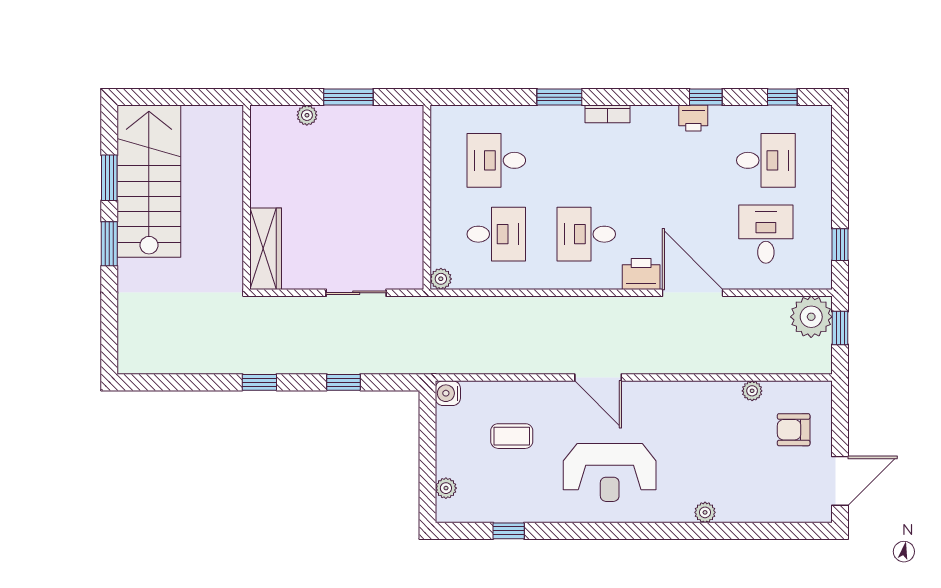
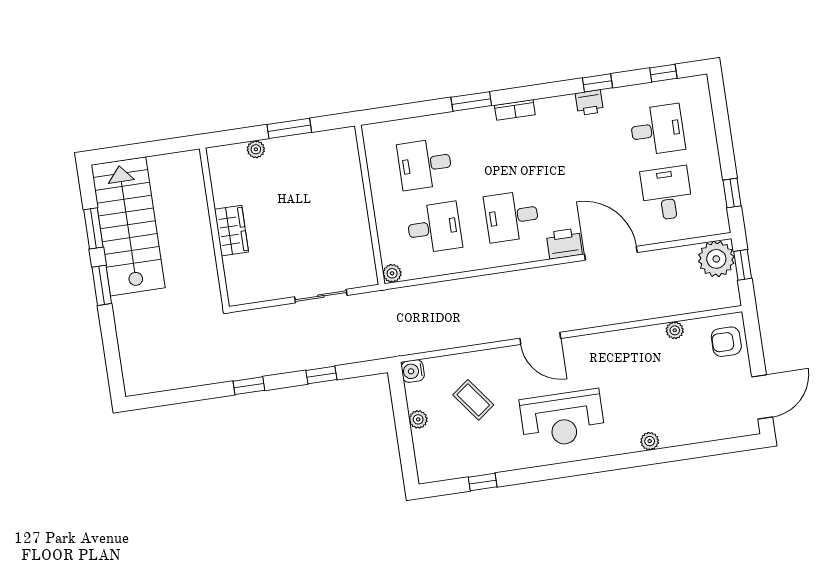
wardrobe: (266, 249) -> (231, 231), moved, width x0.67
armchair: (794, 430) -> (726, 342), moved
coffee table: (512, 436) -> (473, 400), turned 53
plant: (446, 488) -> (418, 419), moved

